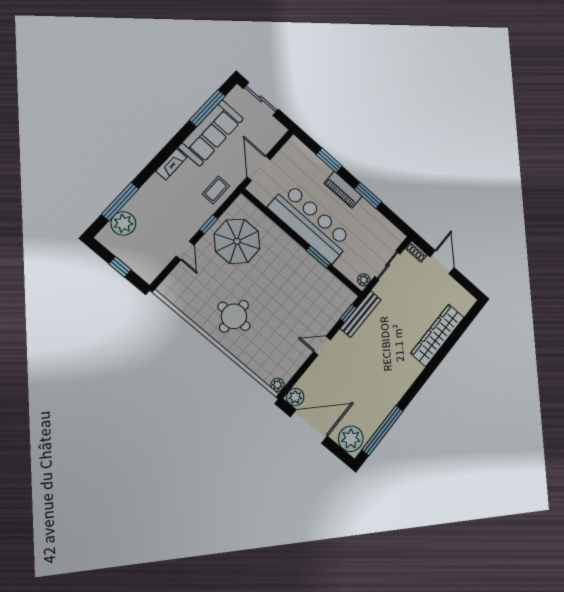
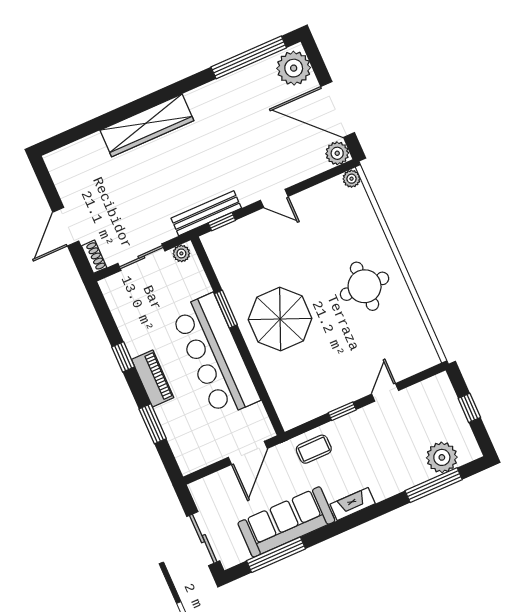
window: (368, 195) -> (123, 357), width x0.67
parasol: (237, 241) -> (280, 319), moved
wardrobe: (437, 335) -> (147, 125), moved

